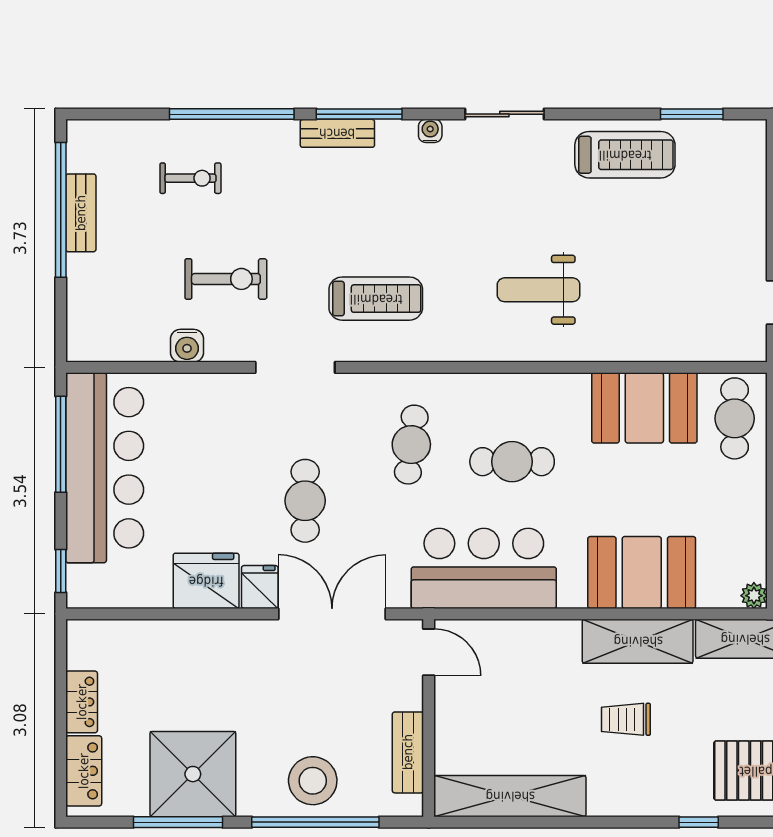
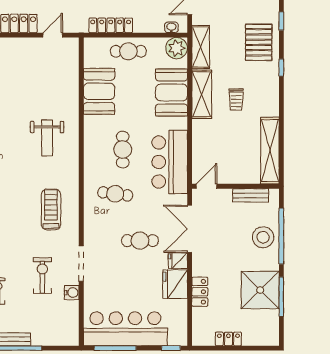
doorway: (295, 367) -> (81, 264), moved
cafe table: (735, 418) -> (128, 51), moved
plant: (754, 596) -> (177, 48), width x1.87, depth x1.87
locker: (84, 771) -> (200, 292), moved, turned 90

